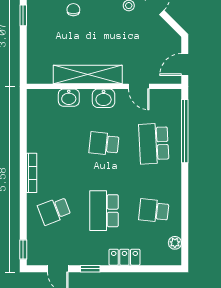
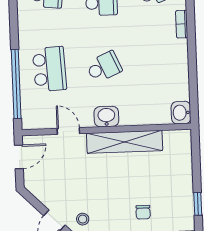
washbasin: (69, 98) -> (181, 113), moved, turned -90
school desk: (104, 144) -> (104, 67), turned -30
bookcase: (32, 173) -> (182, 24), width x0.64

